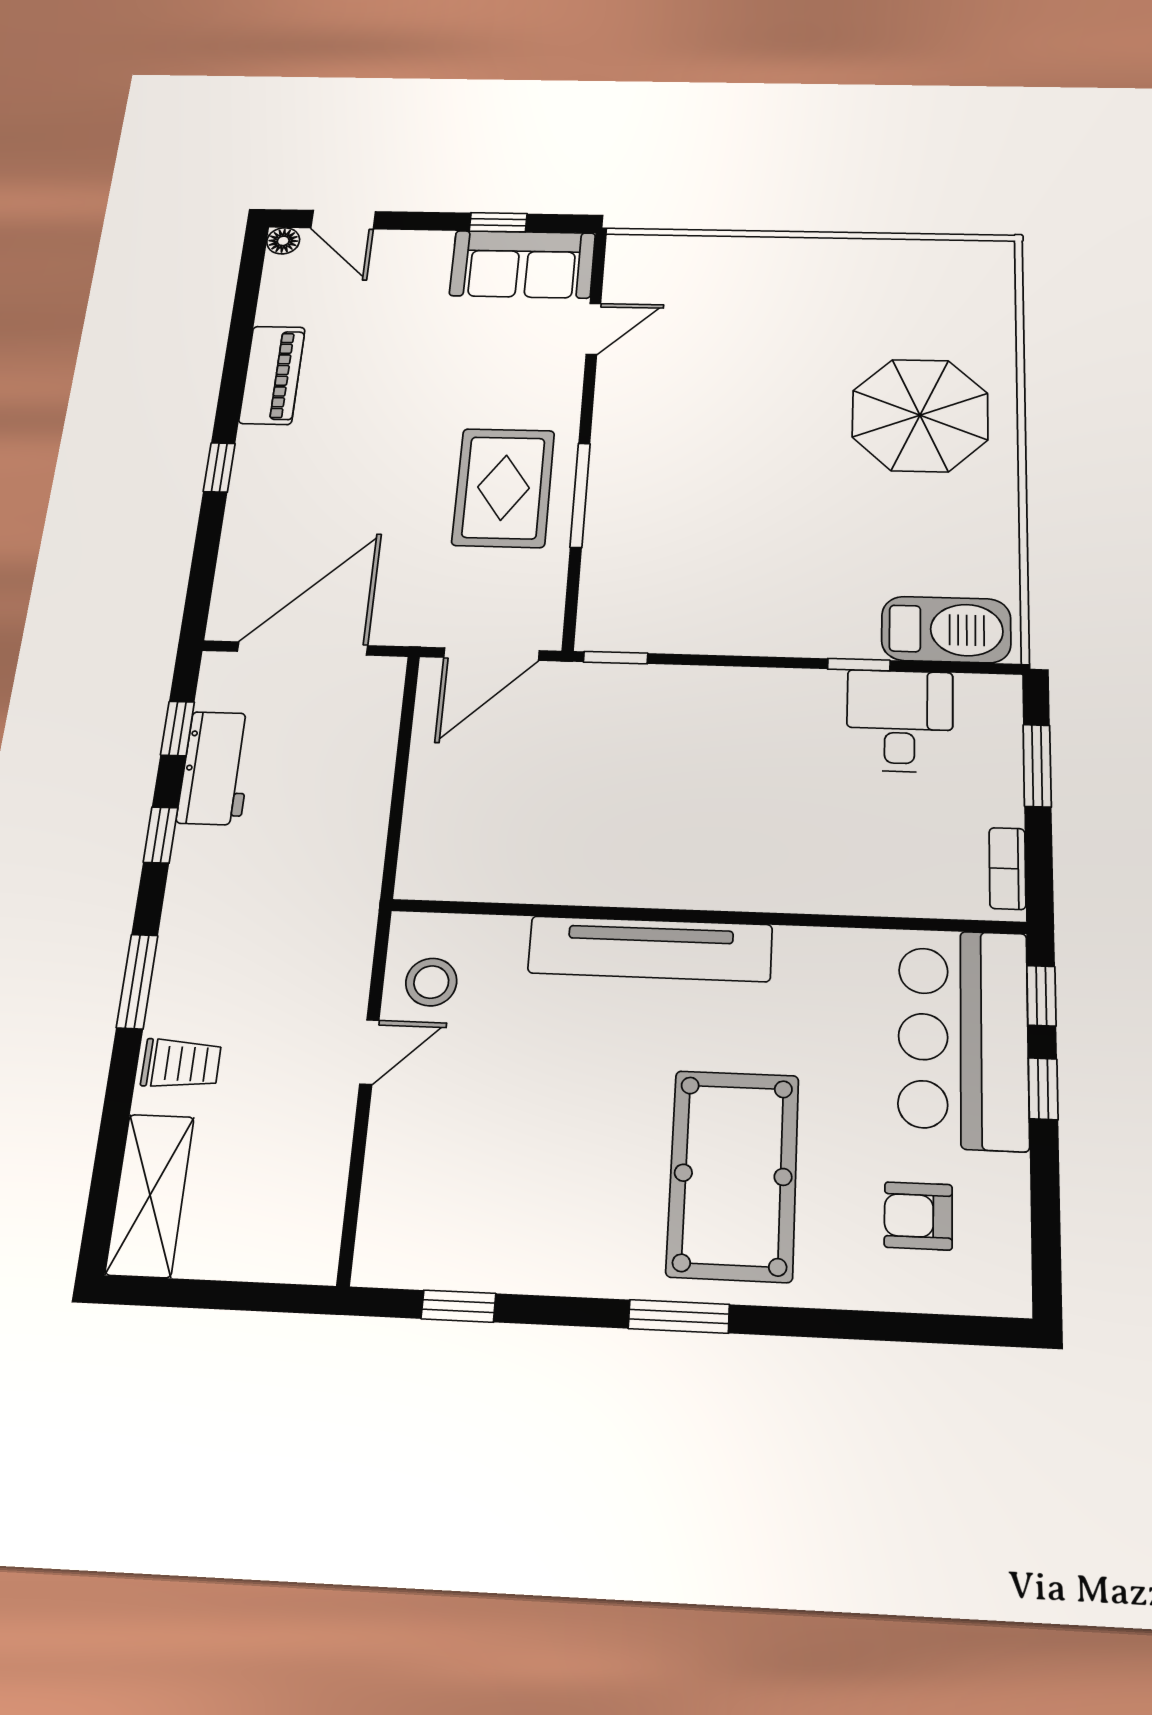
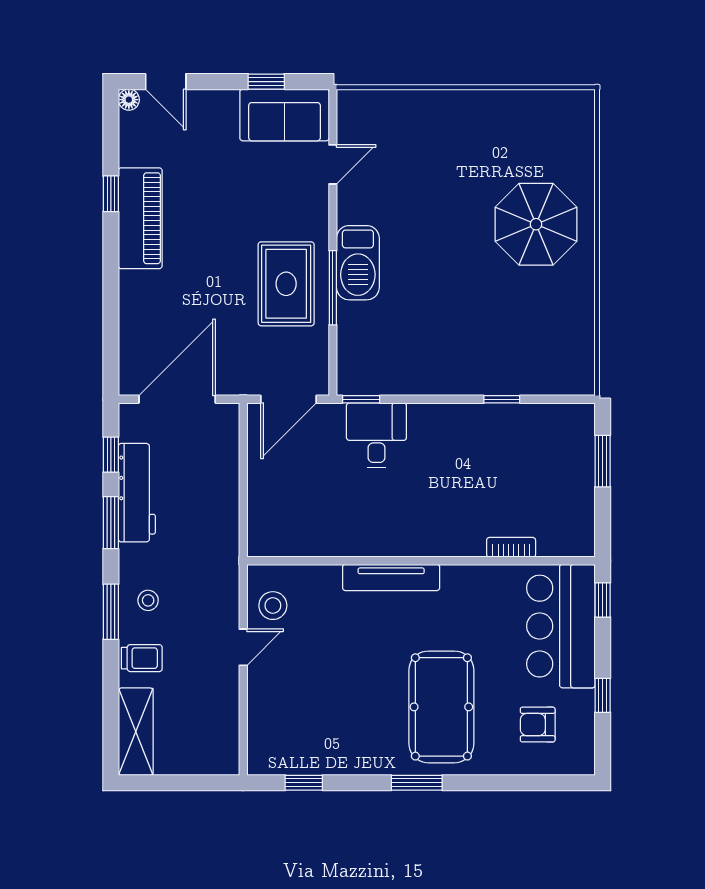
piano: (272, 375) -> (140, 218), width x1.37, depth x1.33
window: (219, 467) -> (111, 194), moved
barbecue: (946, 630) -> (358, 263), moved, turned 90
desk: (900, 721) -> (376, 435), moved
workbench: (216, 768) -> (137, 493), width x1.38
window: (161, 835) -> (111, 523), width x1.50
bookcase: (1007, 868) -> (511, 547), moved, turned 90
tv unit: (650, 949) -> (391, 577), width x0.73, depth x0.78
stool: (207, 965) -> (148, 600), added
window: (1043, 1089) -> (603, 695), moved

